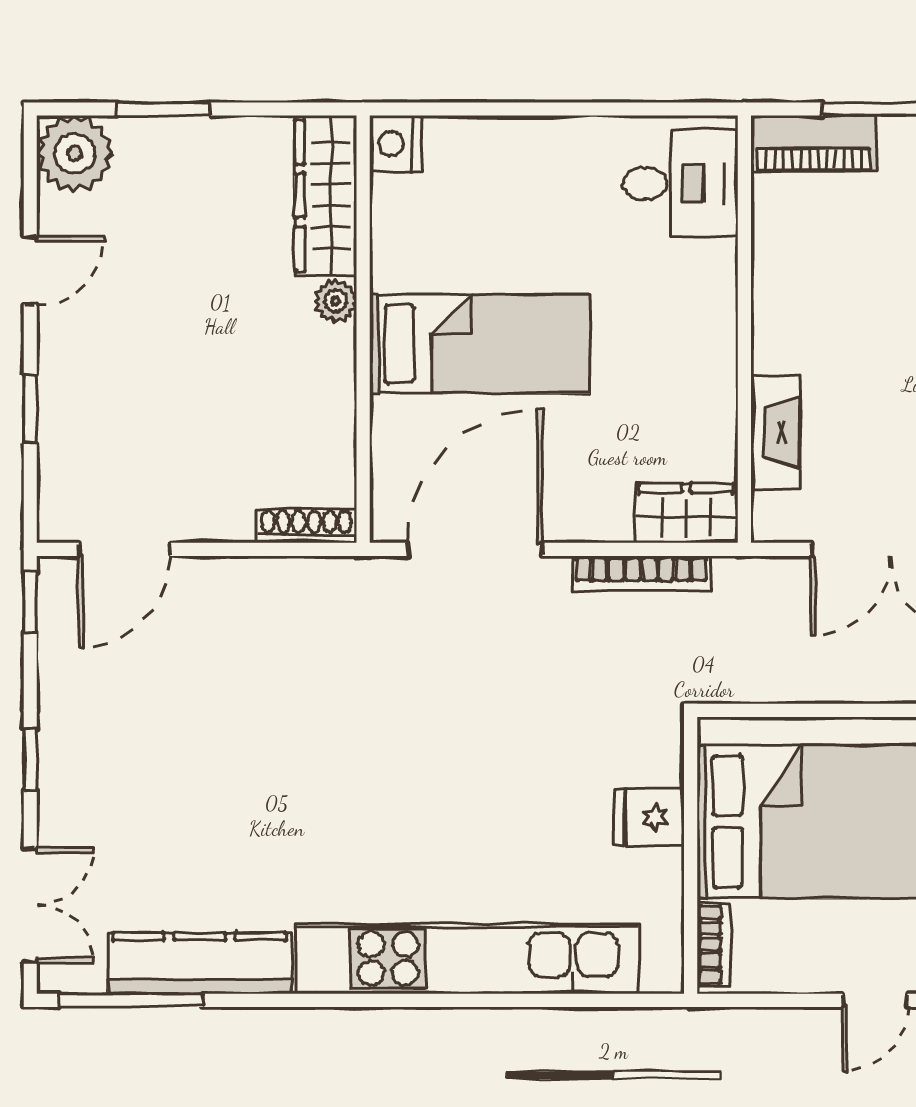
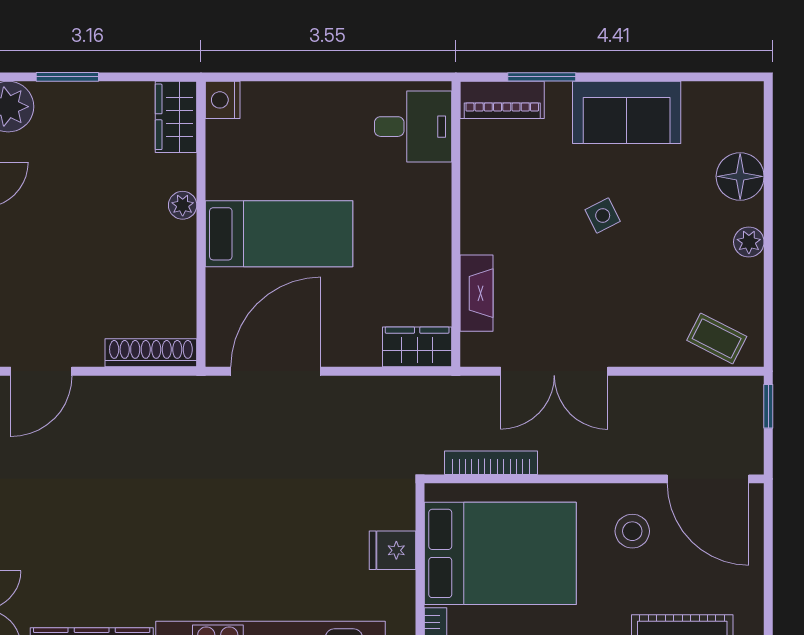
wardrobe: (326, 196) -> (176, 117), width x0.67
shoe rack: (306, 526) -> (151, 353), width x1.36, depth x1.24
bookcase: (641, 573) -> (491, 463), moved, turned 180

